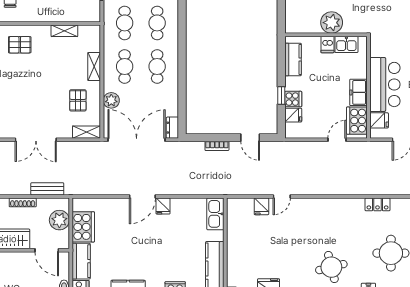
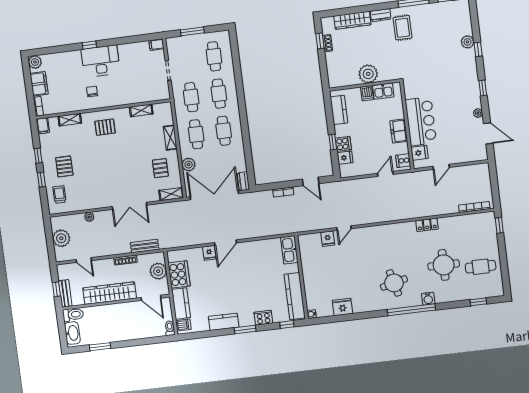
cooker: (357, 121) -> (403, 161), width x0.53, depth x0.76
fridge: (163, 206) -> (209, 253), moved

